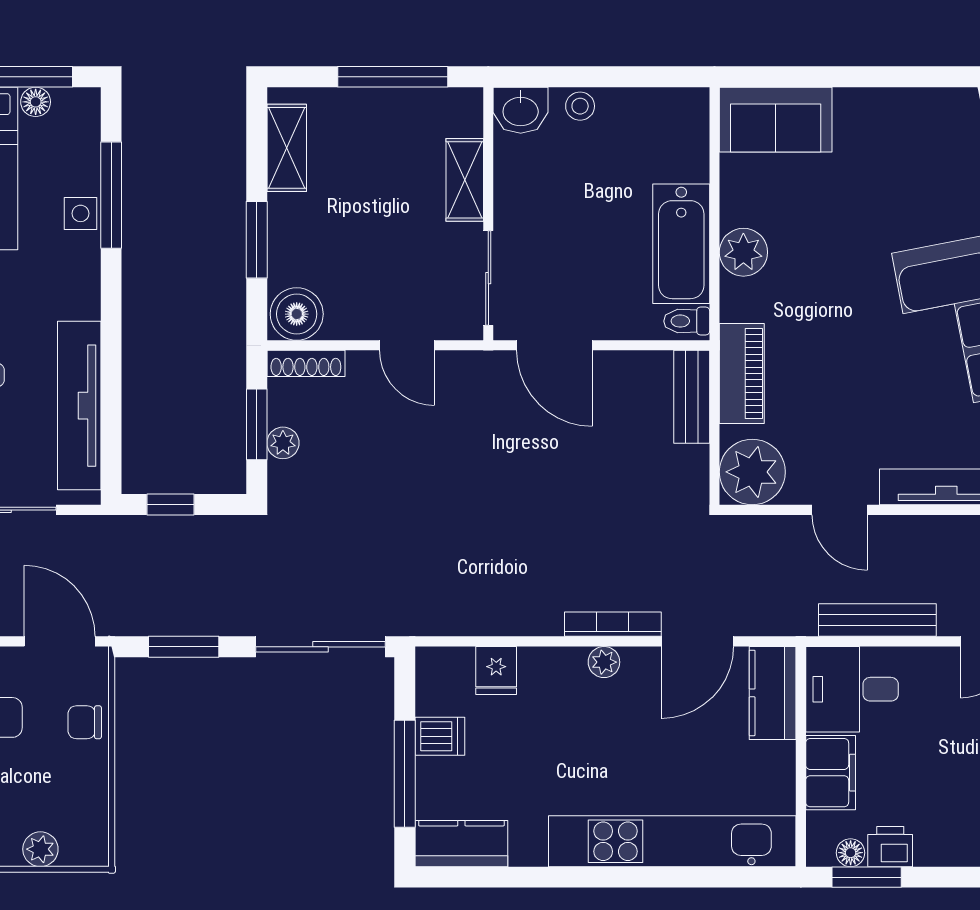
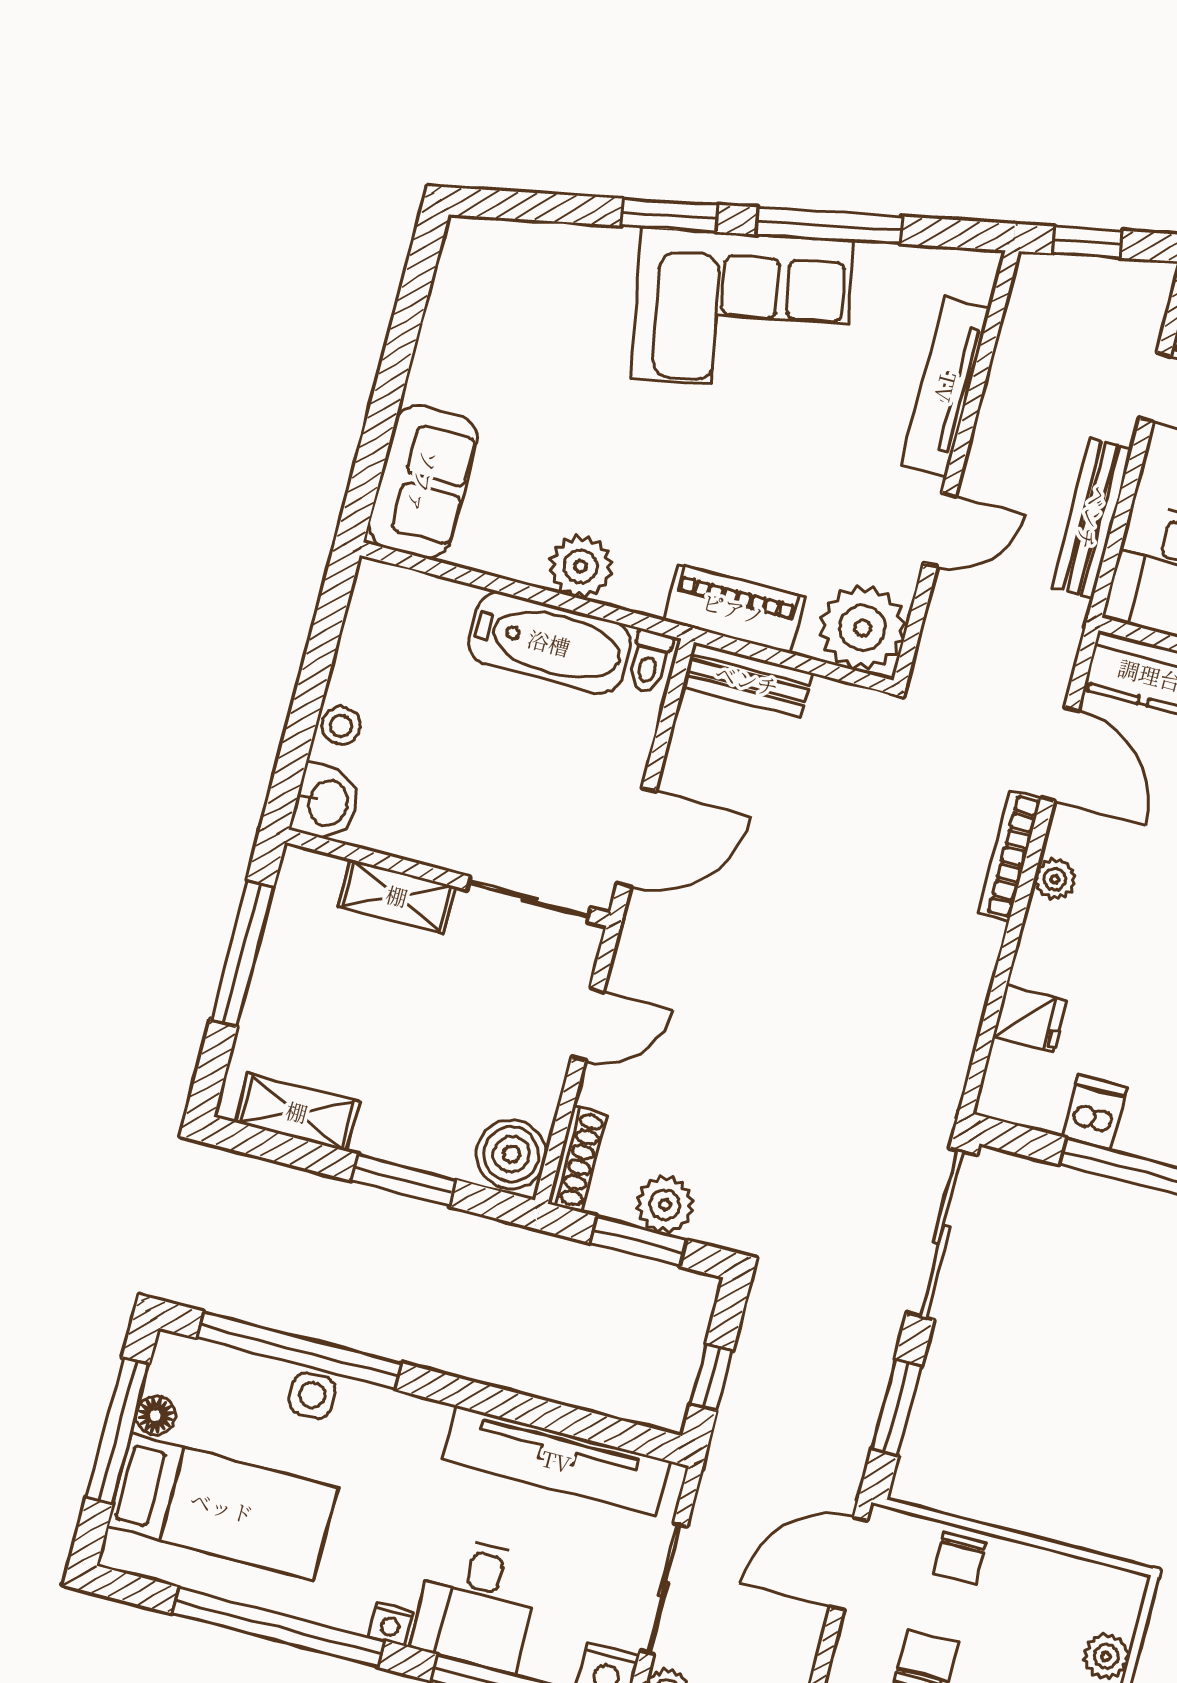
window: (111, 195) -> (299, 1350), width x1.46
plant: (283, 443) -> (665, 1205), width x1.38, depth x1.38

